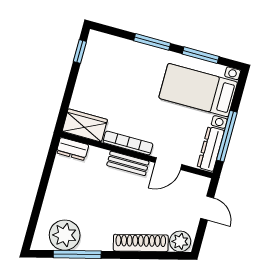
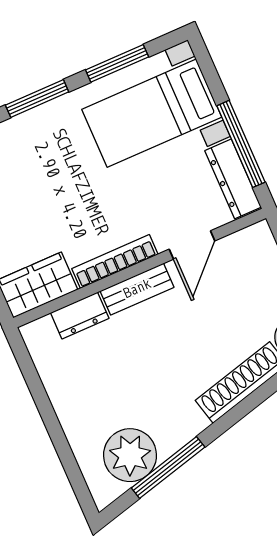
dresser: (72, 149) -> (80, 316), moved

